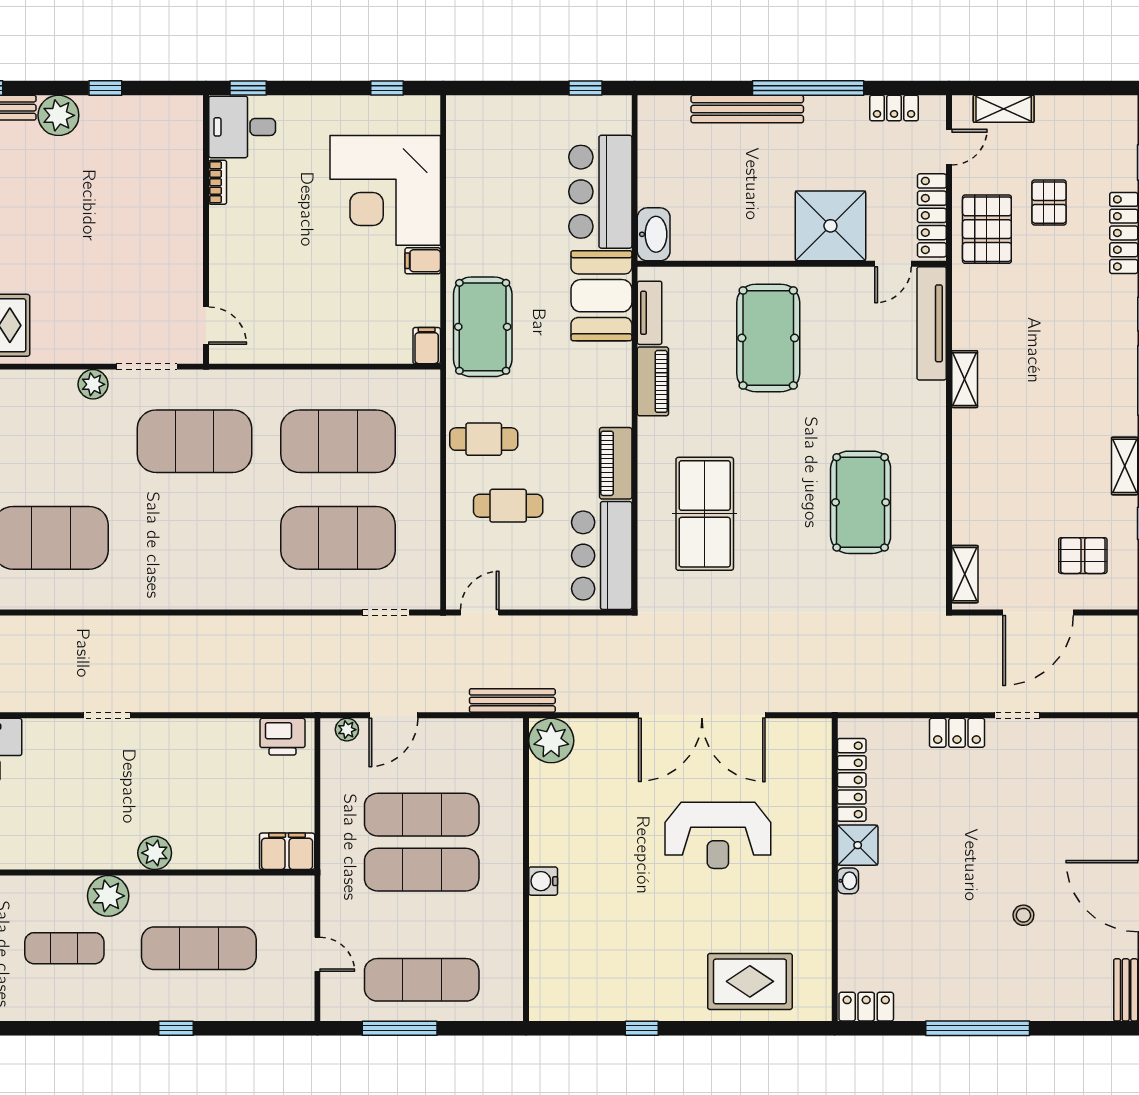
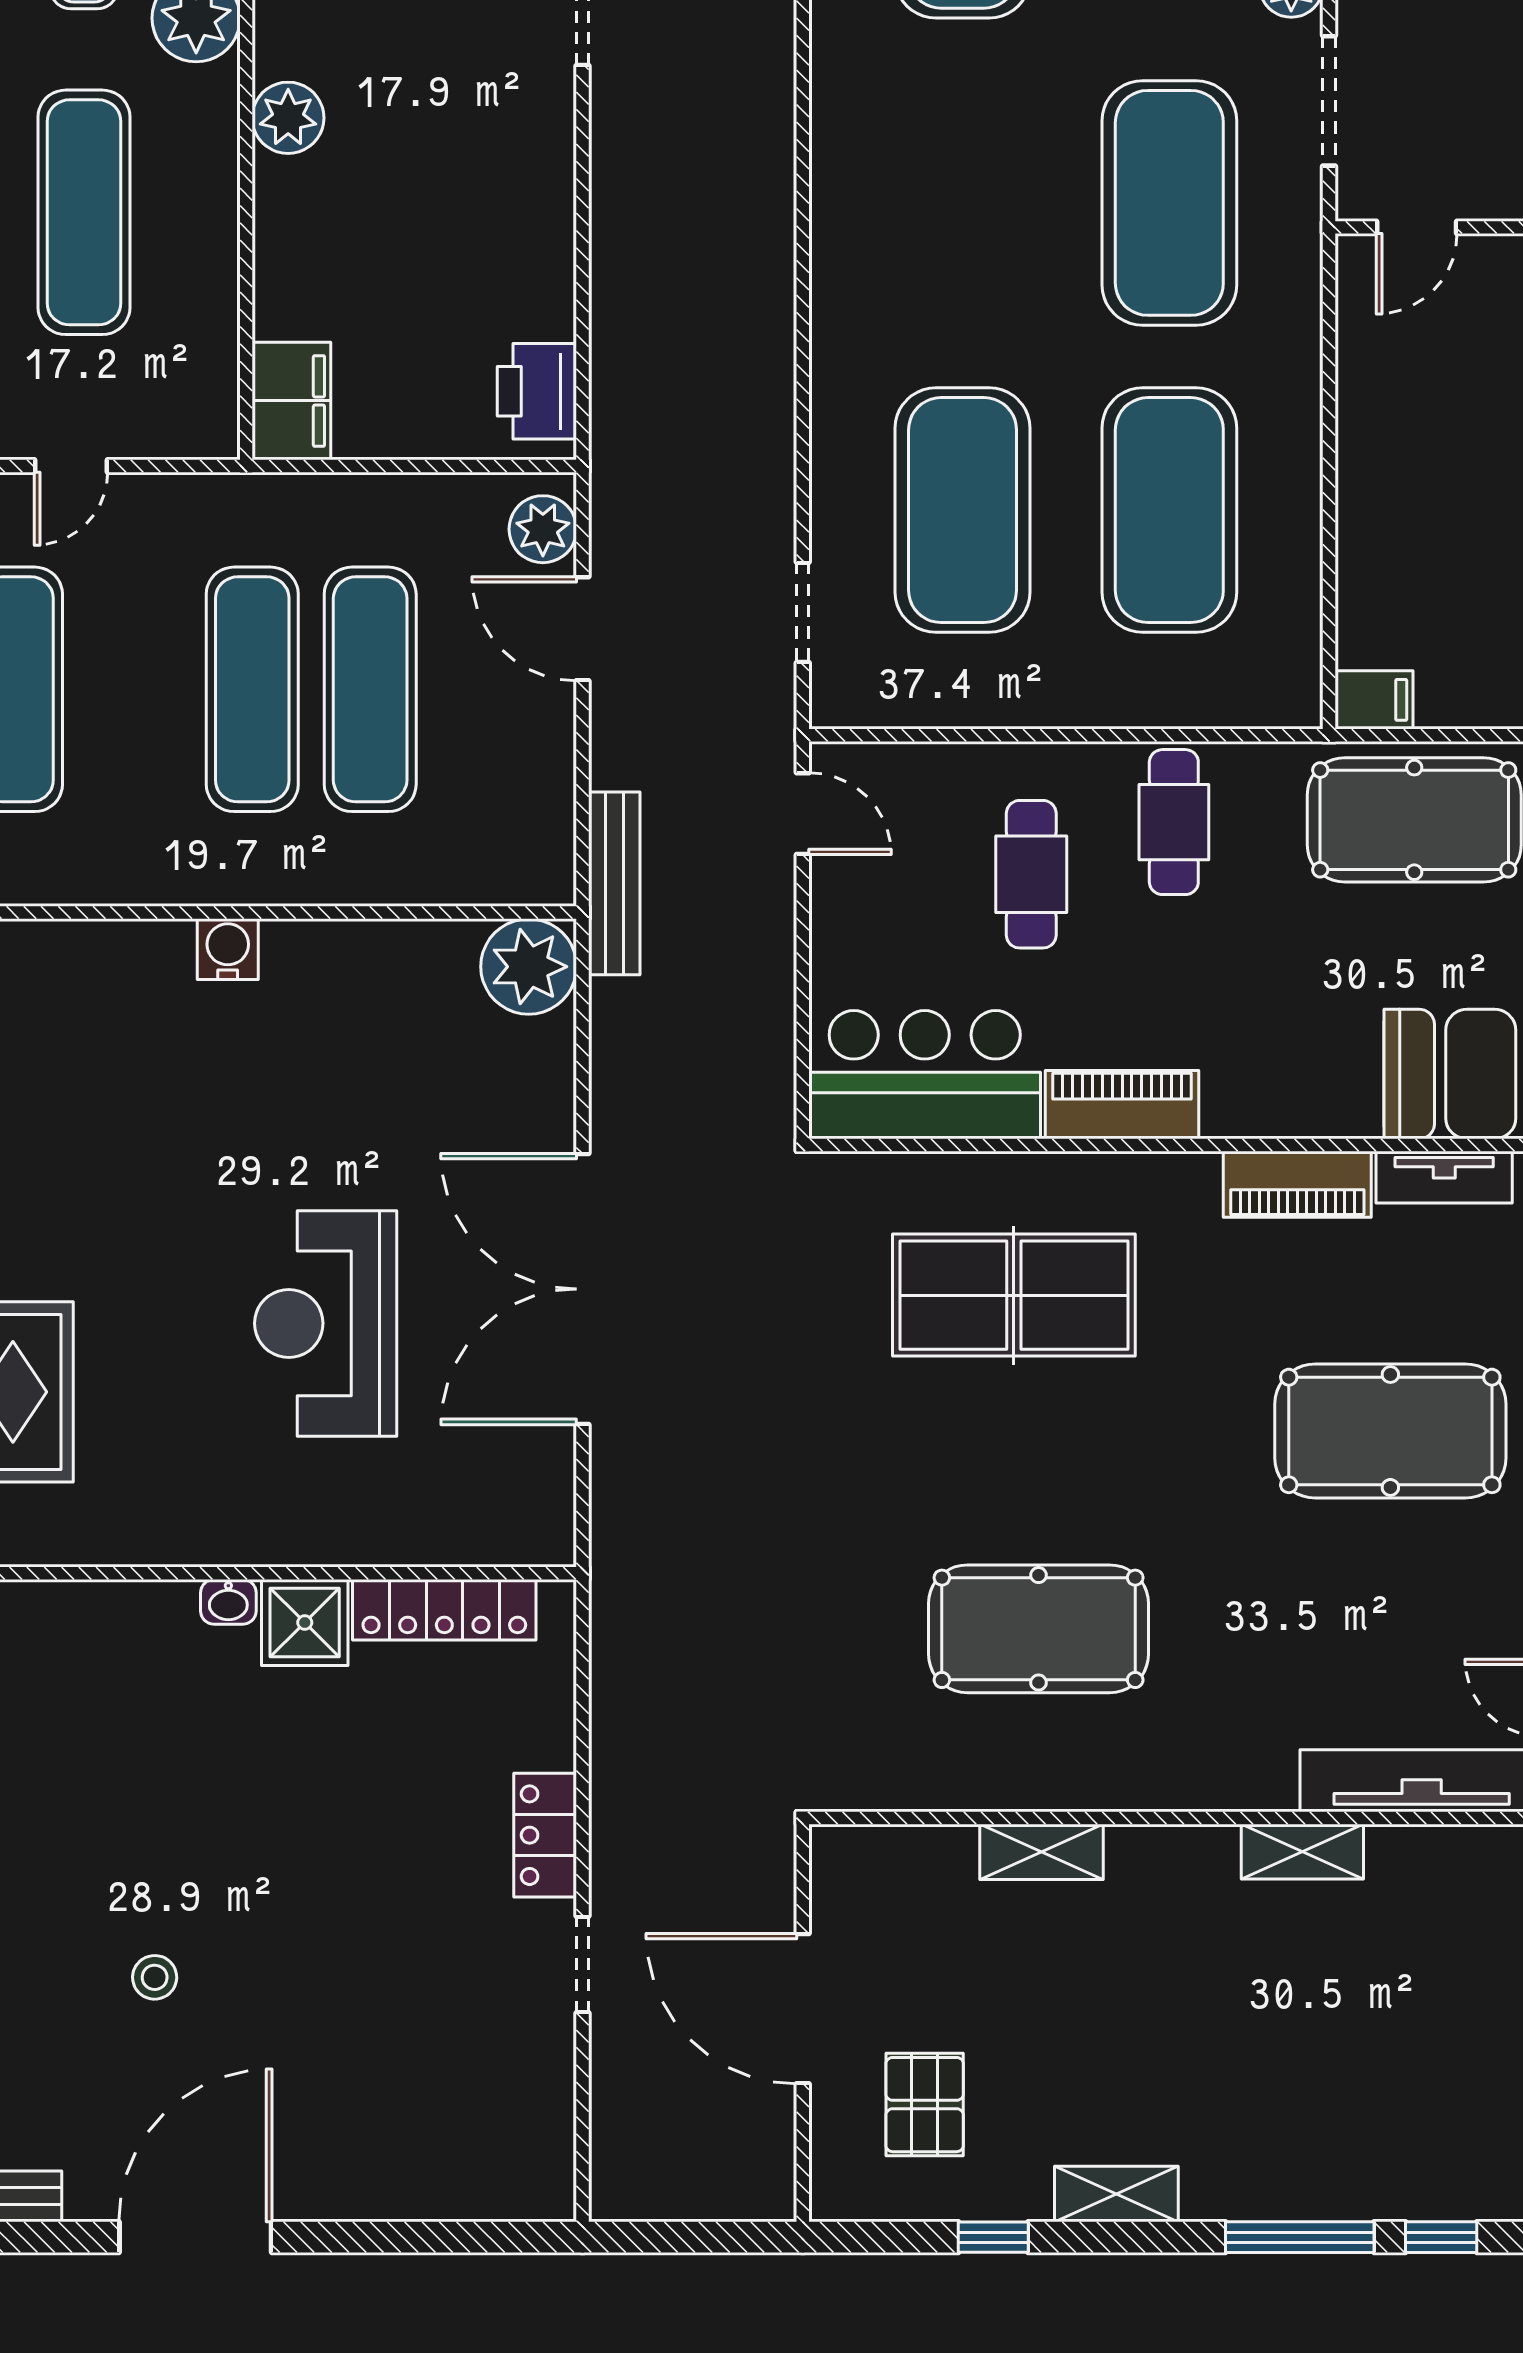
shelving: (965, 574) -> (1042, 1852), moved
plant: (347, 730) -> (543, 529), width x1.38, depth x1.38

